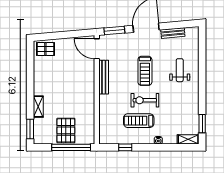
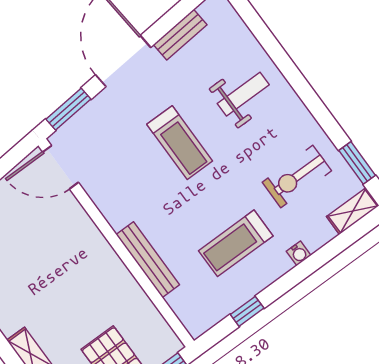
weight bench: (180, 70) -> (243, 94), turned 90
bench: (104, 77) -> (148, 260), moved
exercise bike: (145, 100) -> (297, 177), moved

